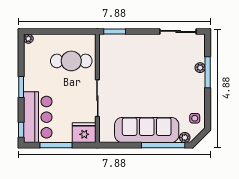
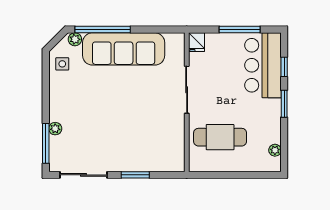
window: (115, 31) -> (135, 175), moved
plant: (28, 39) -> (275, 150), moved
window: (208, 72) -> (46, 143), moved
window: (21, 130) -> (284, 67), moved
fridge: (84, 133) -> (197, 42), width x0.53, depth x0.75

